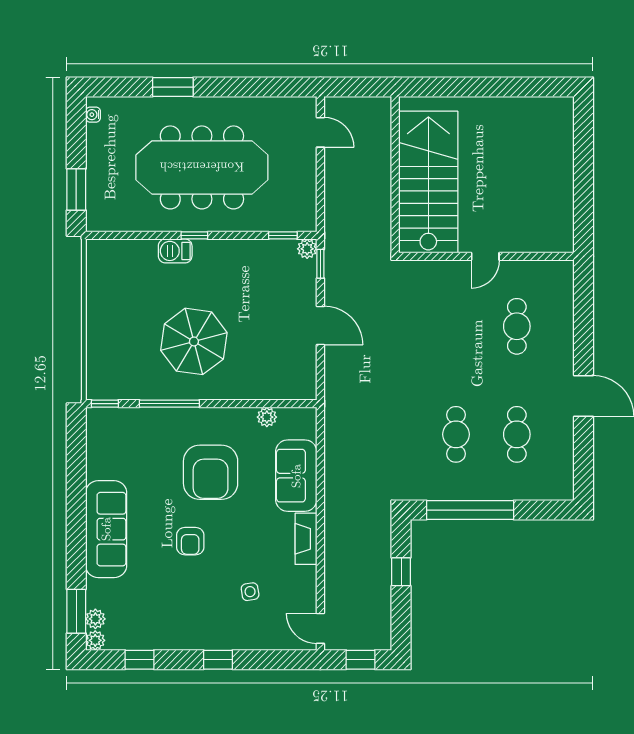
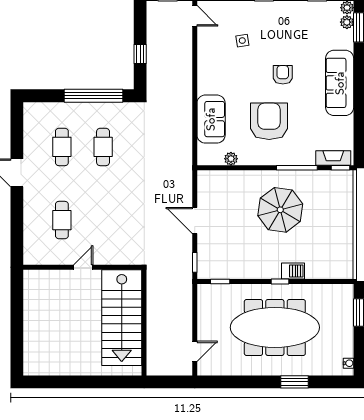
door: (320, 132) -> (195, 351), swing flipped
plant: (307, 249) -> (204, 272), removed
fireplace: (306, 539) -> (333, 158), moved, turned -90

